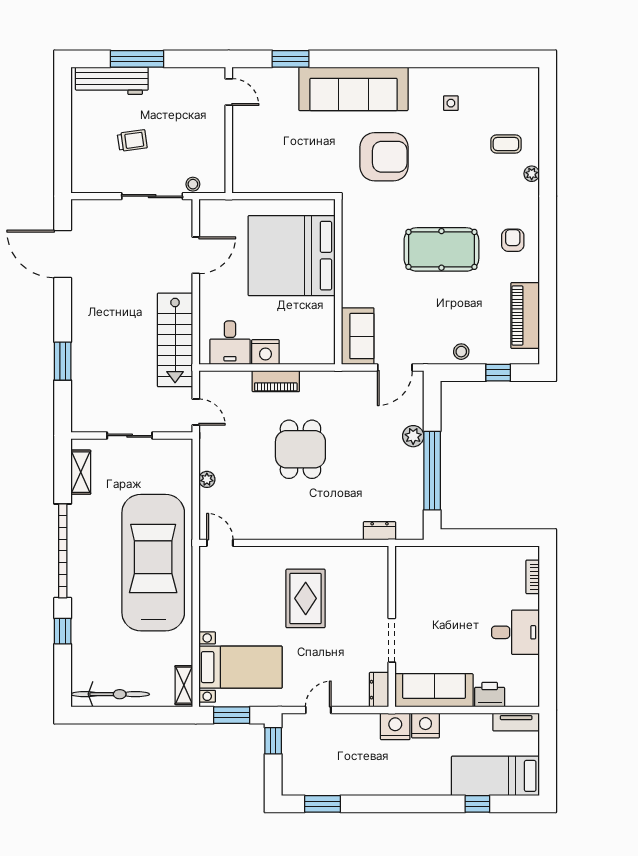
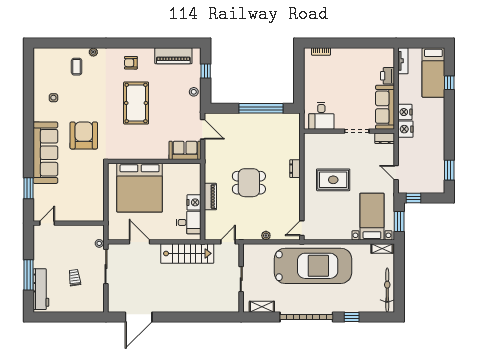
window: (63, 361) -> (199, 317), removed
plant: (413, 436) -> (242, 119), removed
dresser: (380, 531) -> (295, 169), moved
car: (153, 563) -> (313, 266), turned 180
desk: (515, 632) -> (321, 116), moved, turned 180

